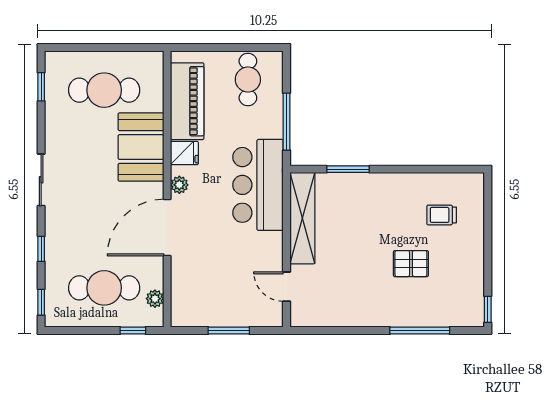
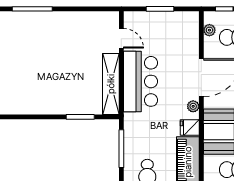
bar counter: (258, 185) -> (141, 81), moved
trolley: (442, 215) -> (18, 86), removed
pallet: (411, 264) -> (38, 54), removed

